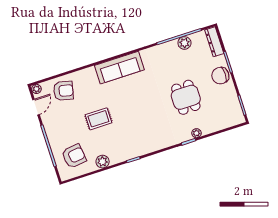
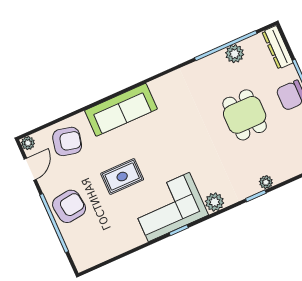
sofa: (119, 68) -> (121, 110), moved
dining table: (186, 97) -> (245, 115), moved
corner sofa: (128, 143) -> (169, 207), added
armchair: (74, 156) -> (69, 206), moved
plant: (103, 162) -> (215, 202), moved

